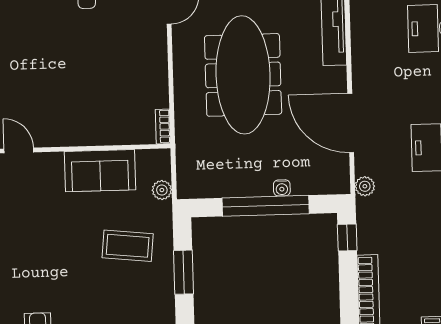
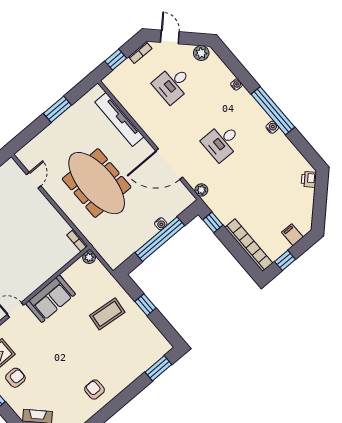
sofa: (100, 171) -> (51, 299), moved
plant: (162, 190) -> (89, 257), moved
window: (183, 272) -> (145, 305), width x0.67

